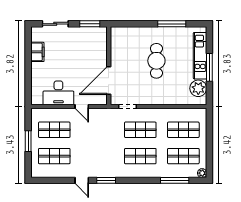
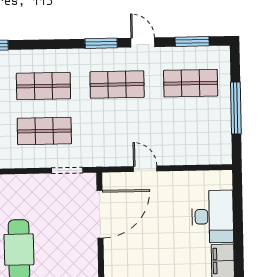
desk: (58, 93) -> (213, 217), moved, turned 90
shop shelf: (54, 130) -> (117, 85), moved
window: (28, 141) -> (236, 108), width x1.44
window: (53, 180) -> (192, 42), added

